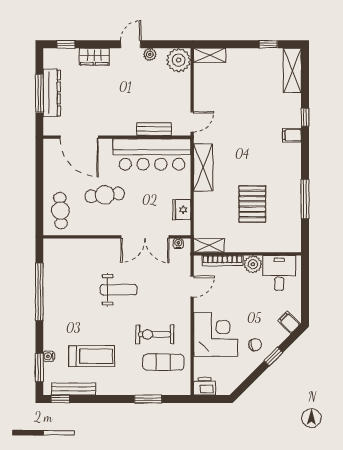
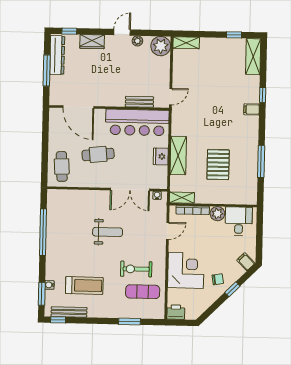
dresser: (52, 93) -> (57, 55), moved
shelving: (203, 168) -> (178, 155), moved
fridge: (182, 210) -> (161, 156), moved

